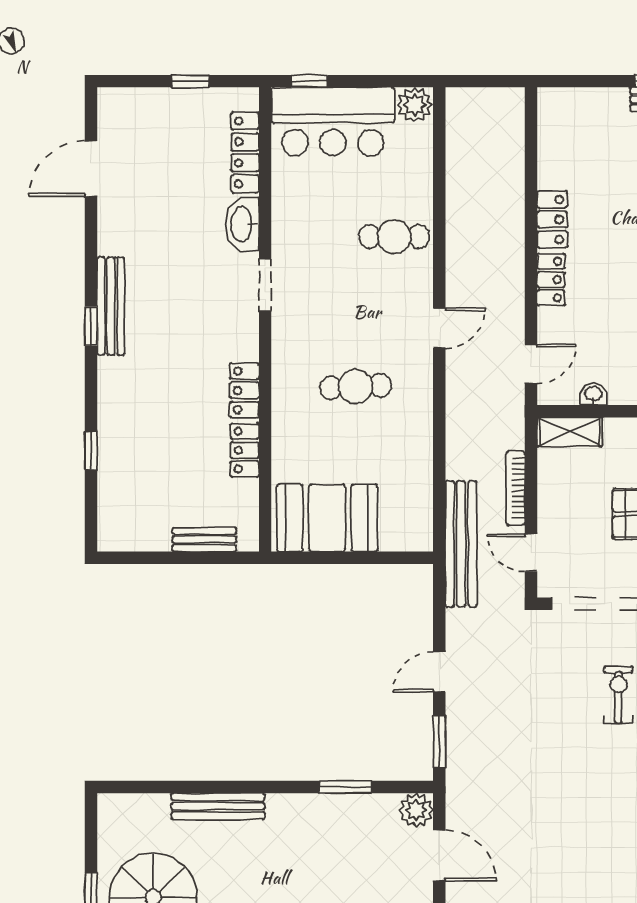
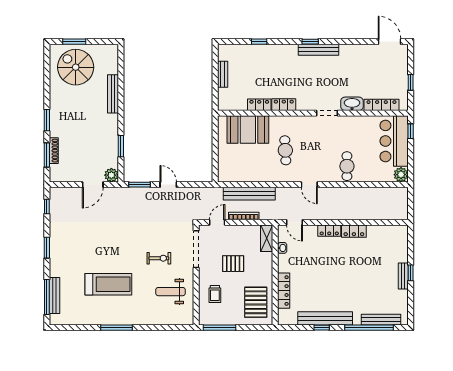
door: (91, 169) -> (389, 42), moved
booth: (327, 518) -> (248, 130), moved, turned 90
bench: (204, 539) -> (223, 74), moved
bench: (461, 544) -> (249, 194), moved

